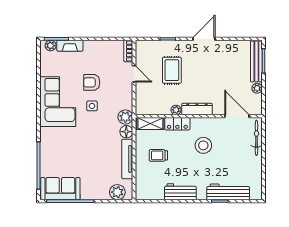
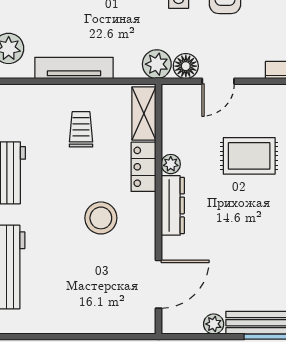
door: (134, 74) -> (218, 81), moved
floor lamp: (126, 132) -> (186, 66), moved
bicycle: (256, 138) -> (116, 323), removed

